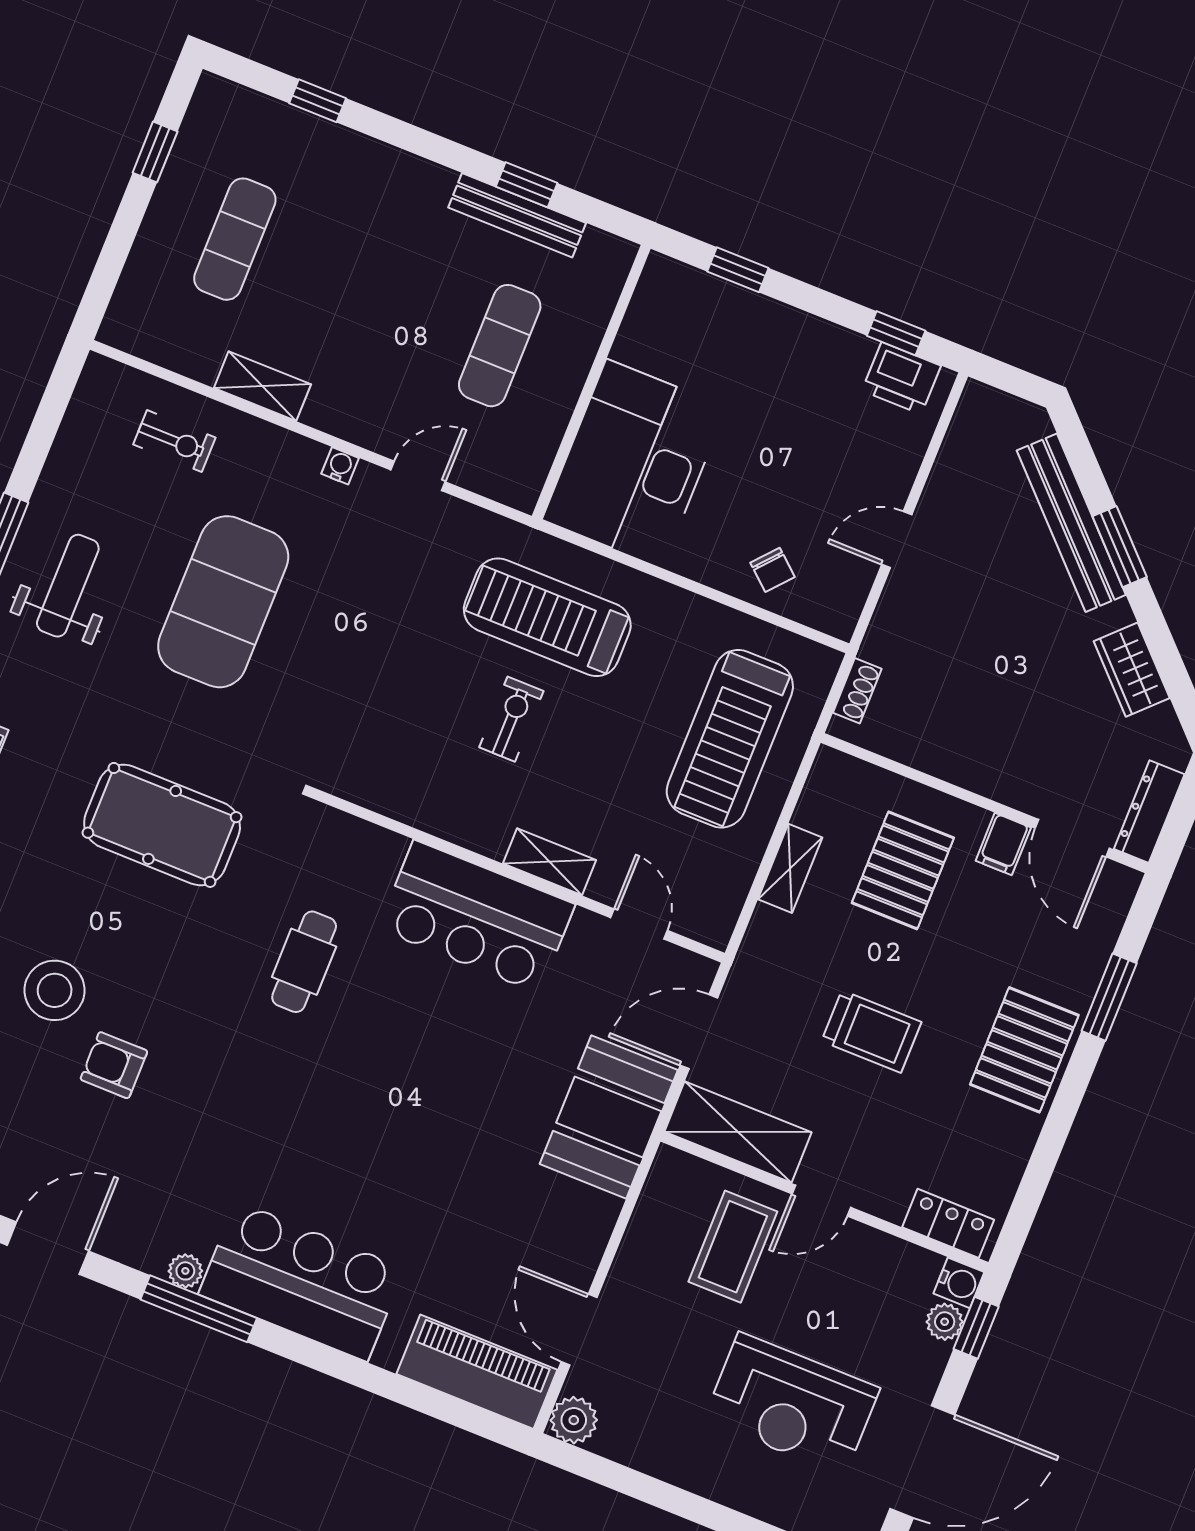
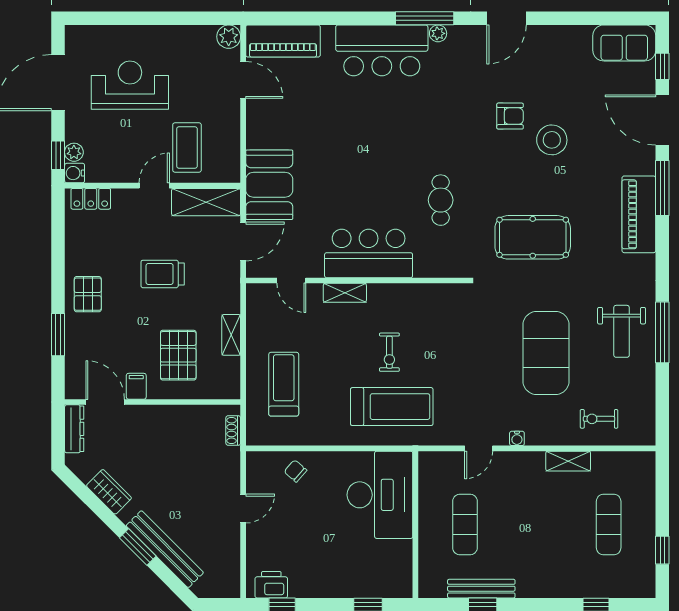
treadmill: (730, 739) -> (284, 384), width x0.73, depth x0.73
pallet: (1024, 1050) -> (88, 294), width x0.67, depth x0.71

